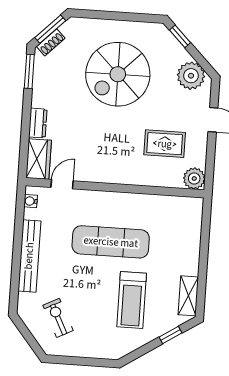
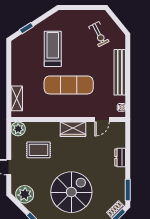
wardrobe: (39, 159) -> (73, 129), moved, turned -90
shelving: (188, 296) -> (17, 98), moved

